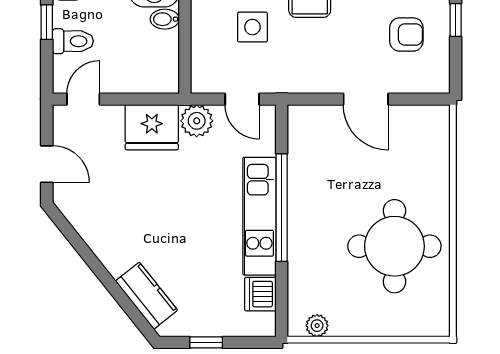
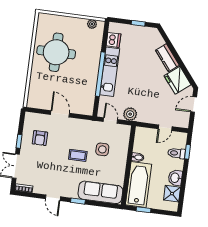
window: (47, 22) -> (187, 152), moved
armchair: (406, 34) -> (40, 138), turned -90
door: (83, 99) -> (165, 128), moved
fridge: (152, 127) -> (178, 80), moved, turned -129
door: (47, 164) -> (194, 104), hinge flipped
kitchen counter: (147, 296) -> (167, 58), moved

